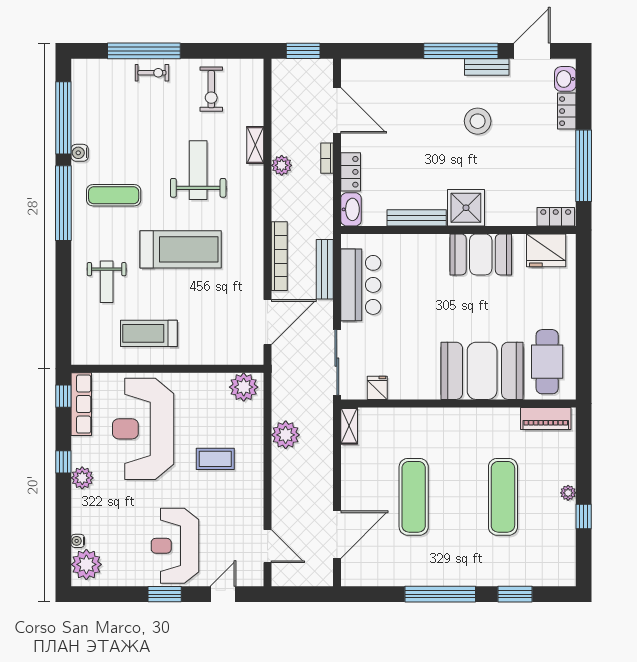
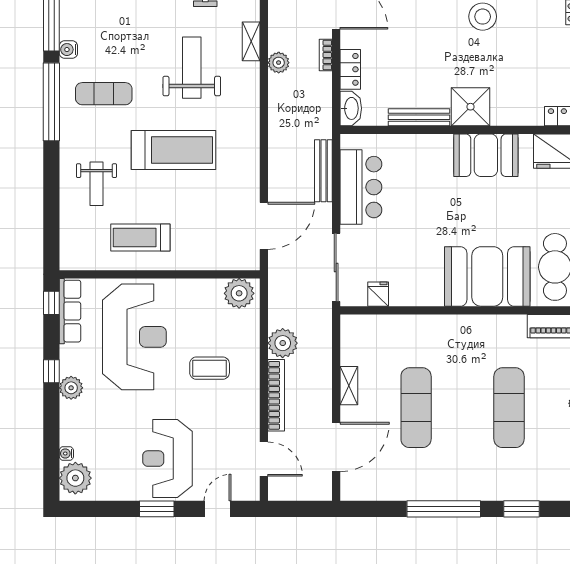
bookcase: (279, 256) -> (276, 395), moved
shelving: (349, 426) -> (349, 386), moved
reception desk: (143, 429) -> (134, 337), turned 180

